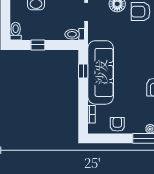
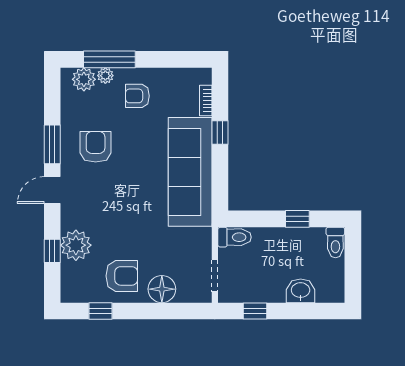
window: (83, 71) -> (220, 133), moved
armchair: (117, 124) -> (137, 96), moved, turned 90

